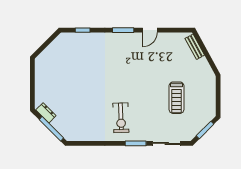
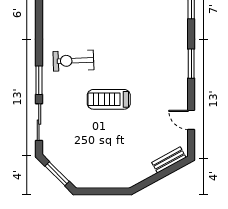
door: (150, 30) -> (191, 120), moved
treadmill: (177, 98) -> (109, 99), moved

